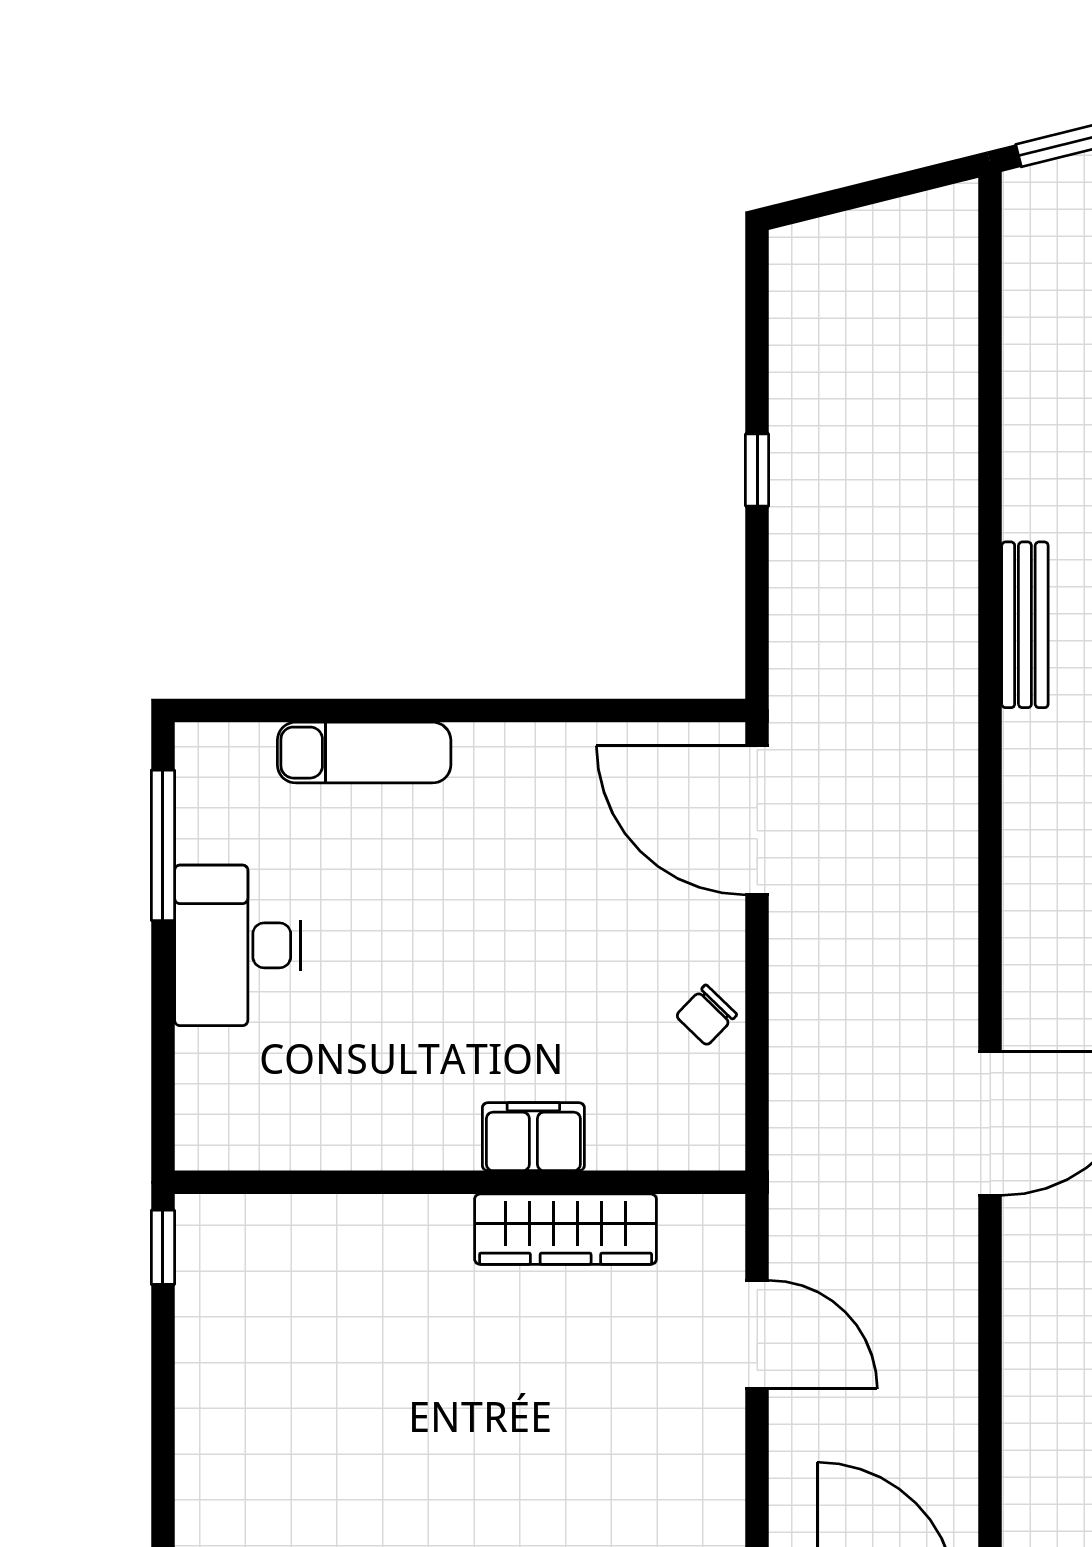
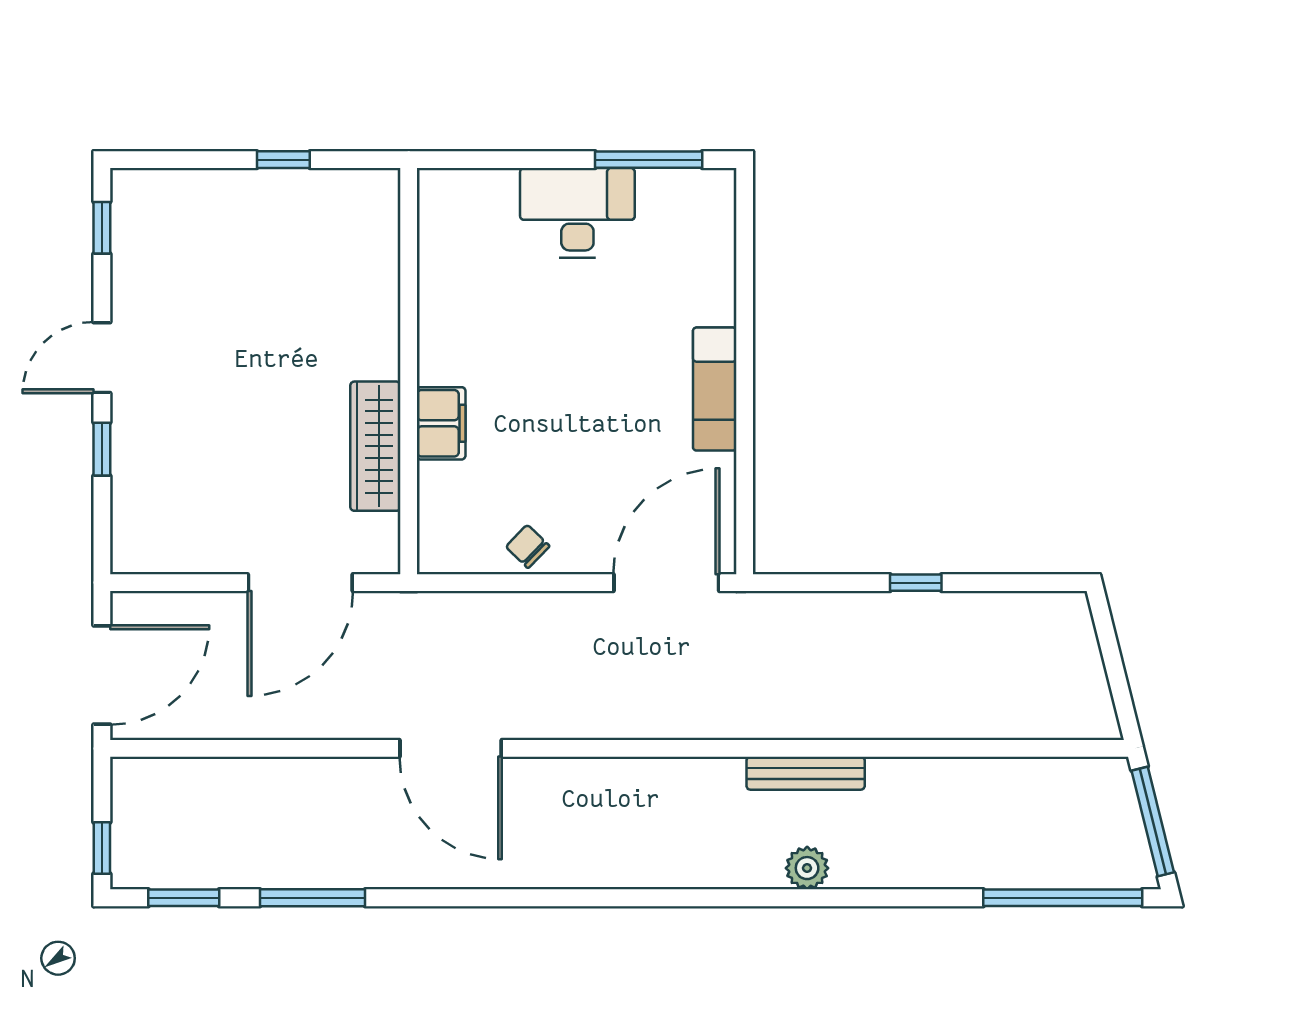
exam couch: (364, 753) -> (715, 389), moved
window: (163, 1247) -> (283, 160), moved
door: (757, 1335) -> (300, 583), width x1.36

